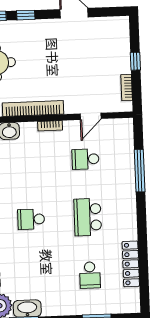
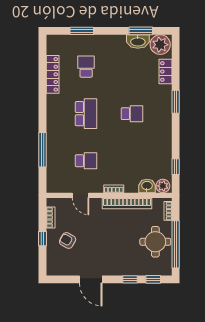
armchair: (104, 60) -> (68, 240), added
door: (91, 116) -> (81, 195), swing flipped

